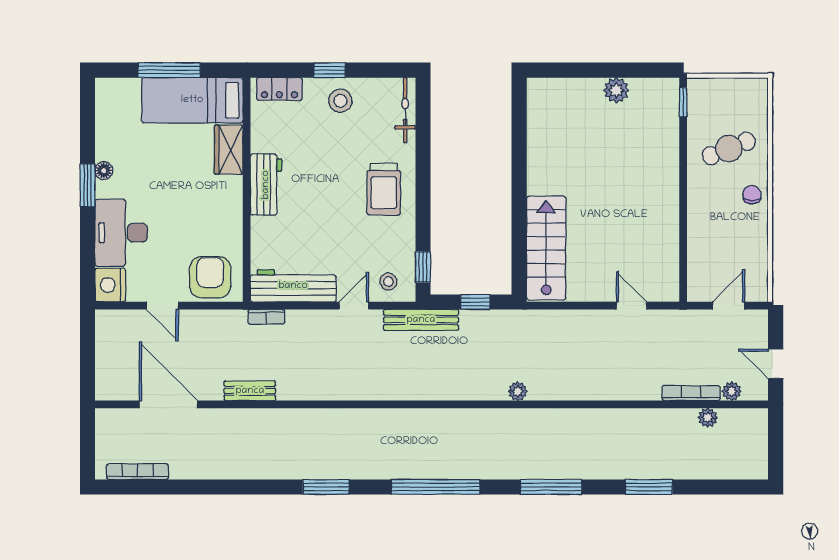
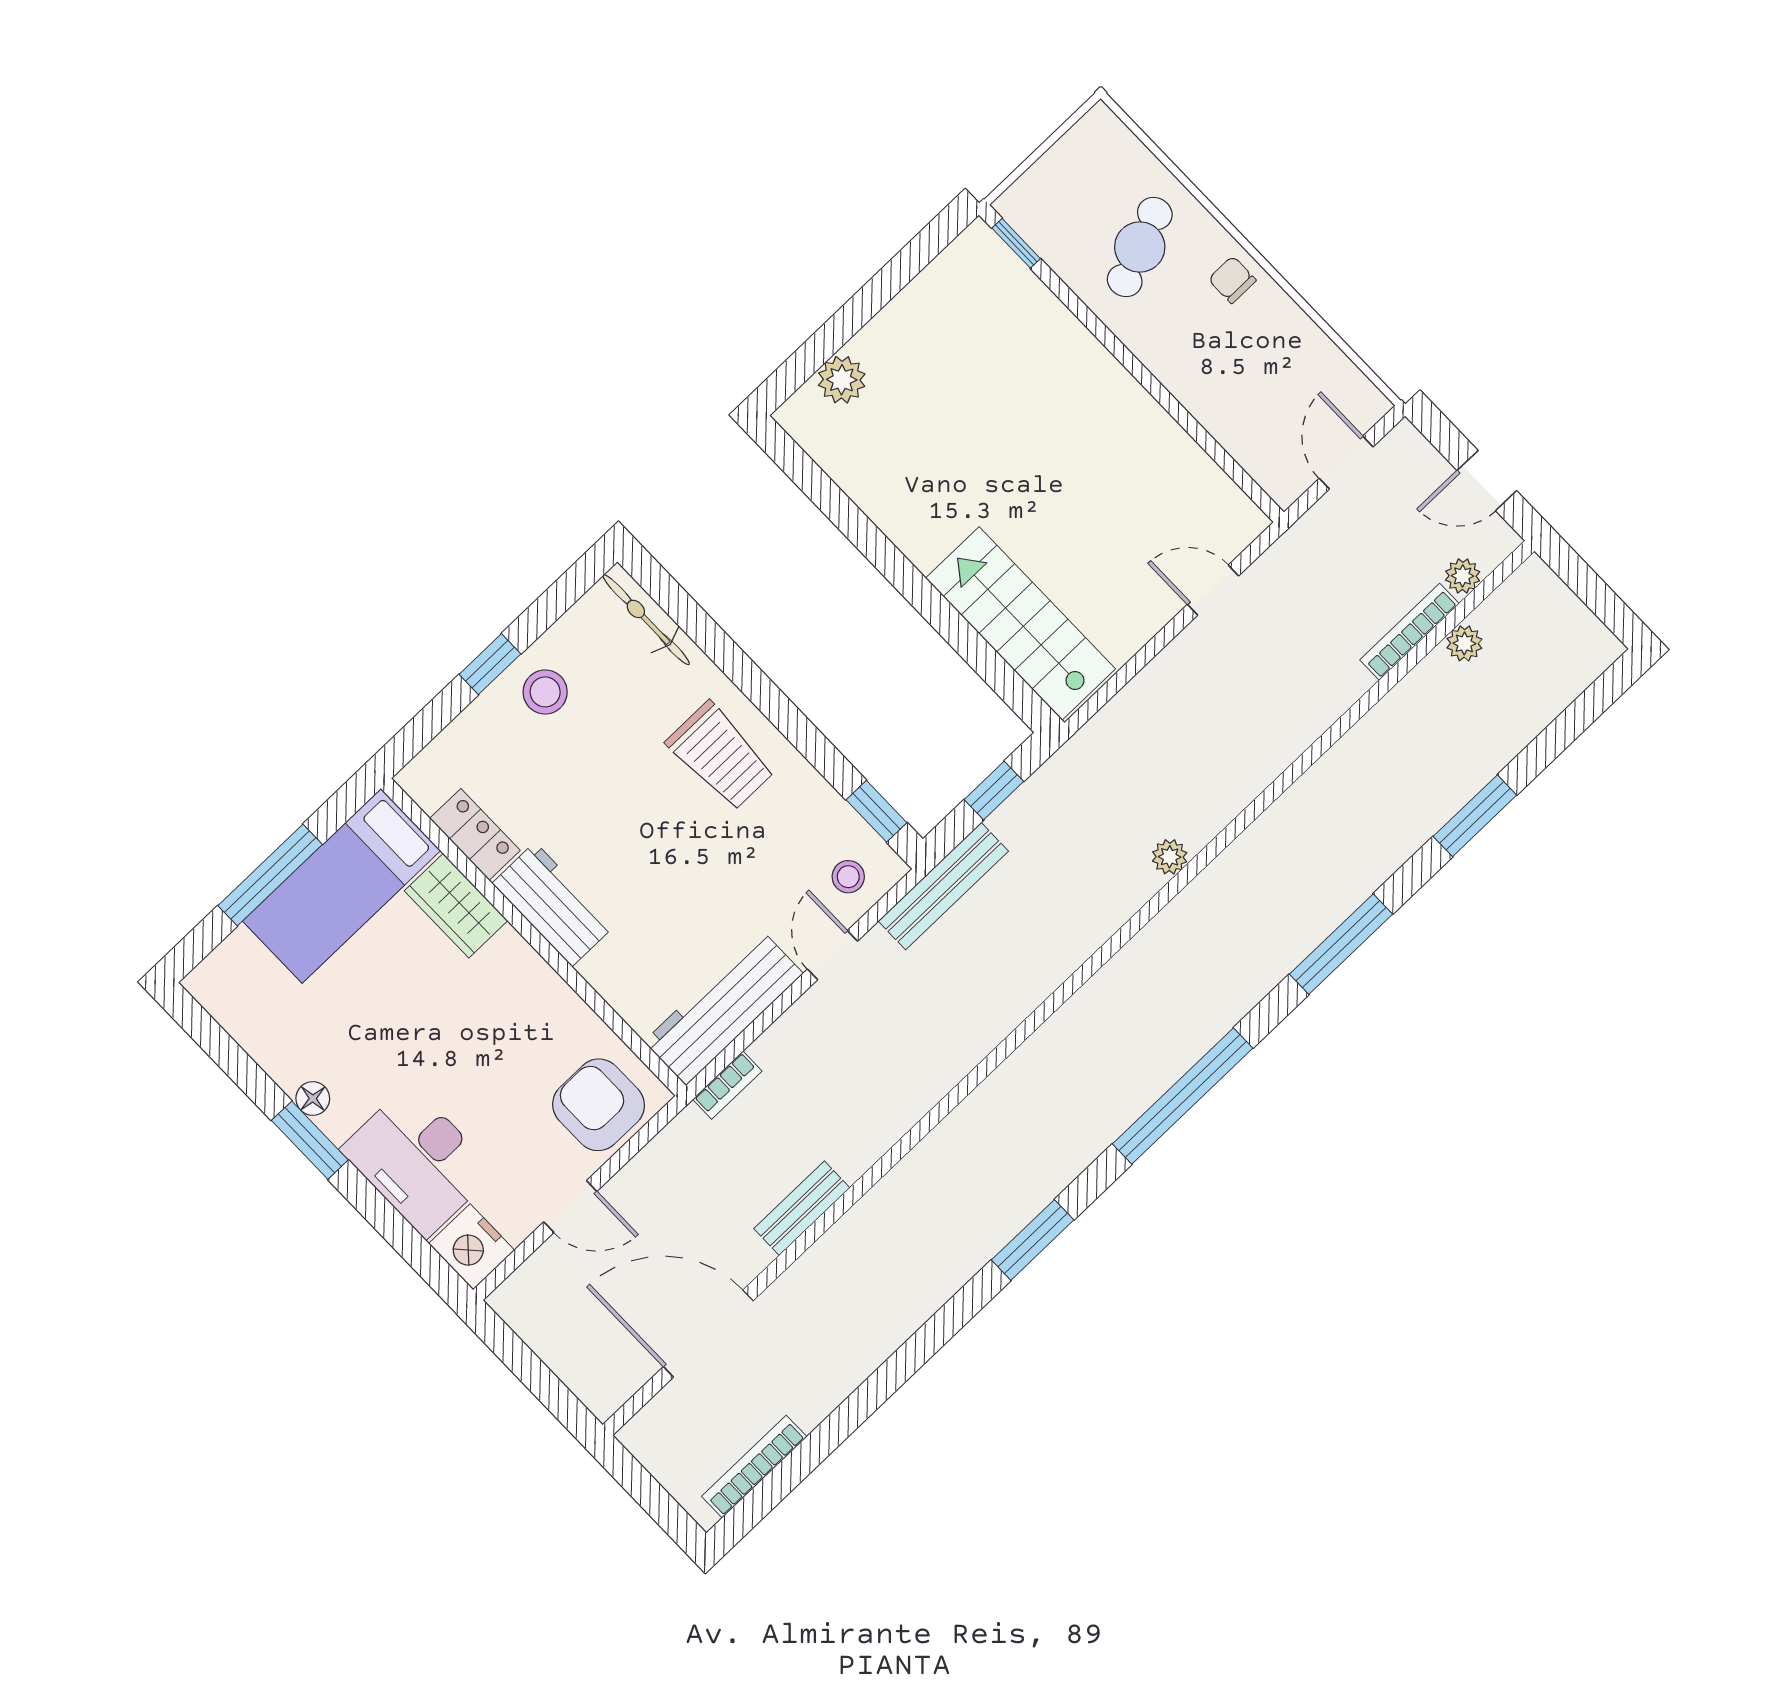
locker: (279, 89) -> (475, 834), moved, turned -90
plant: (616, 90) -> (842, 380), moved

